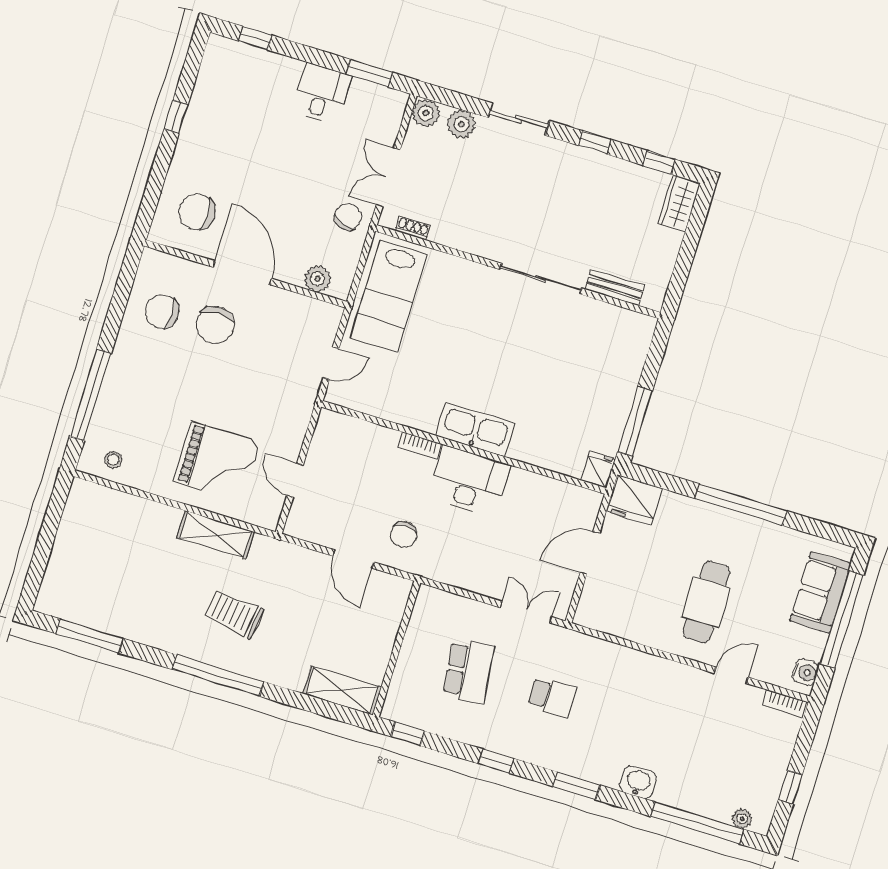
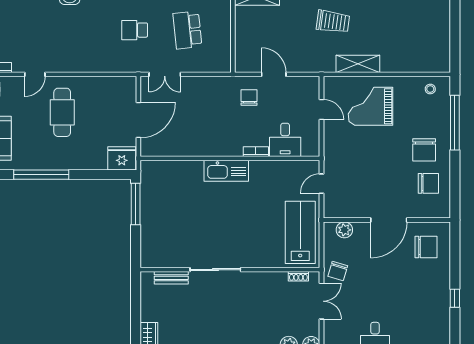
door: (242, 273) -> (389, 220), hinge flipped
chair: (215, 325) -> (424, 150), moved, turned 180
fridge: (598, 469) -> (149, 170), removed
desk: (469, 481) -> (285, 140), moved, width x0.73
window: (740, 505) -> (41, 175), moved
door: (590, 553) -> (138, 120), width x1.36

